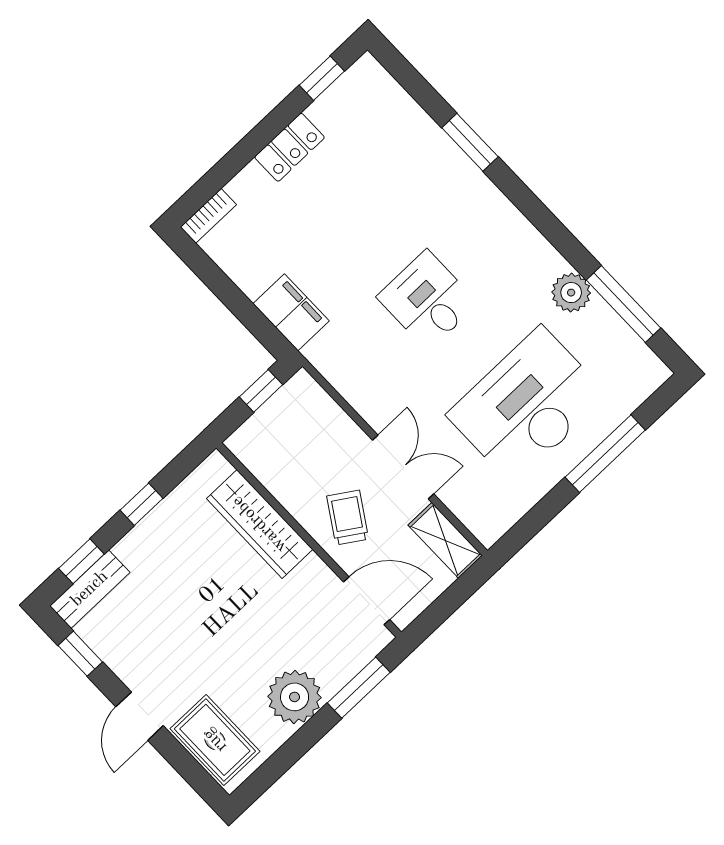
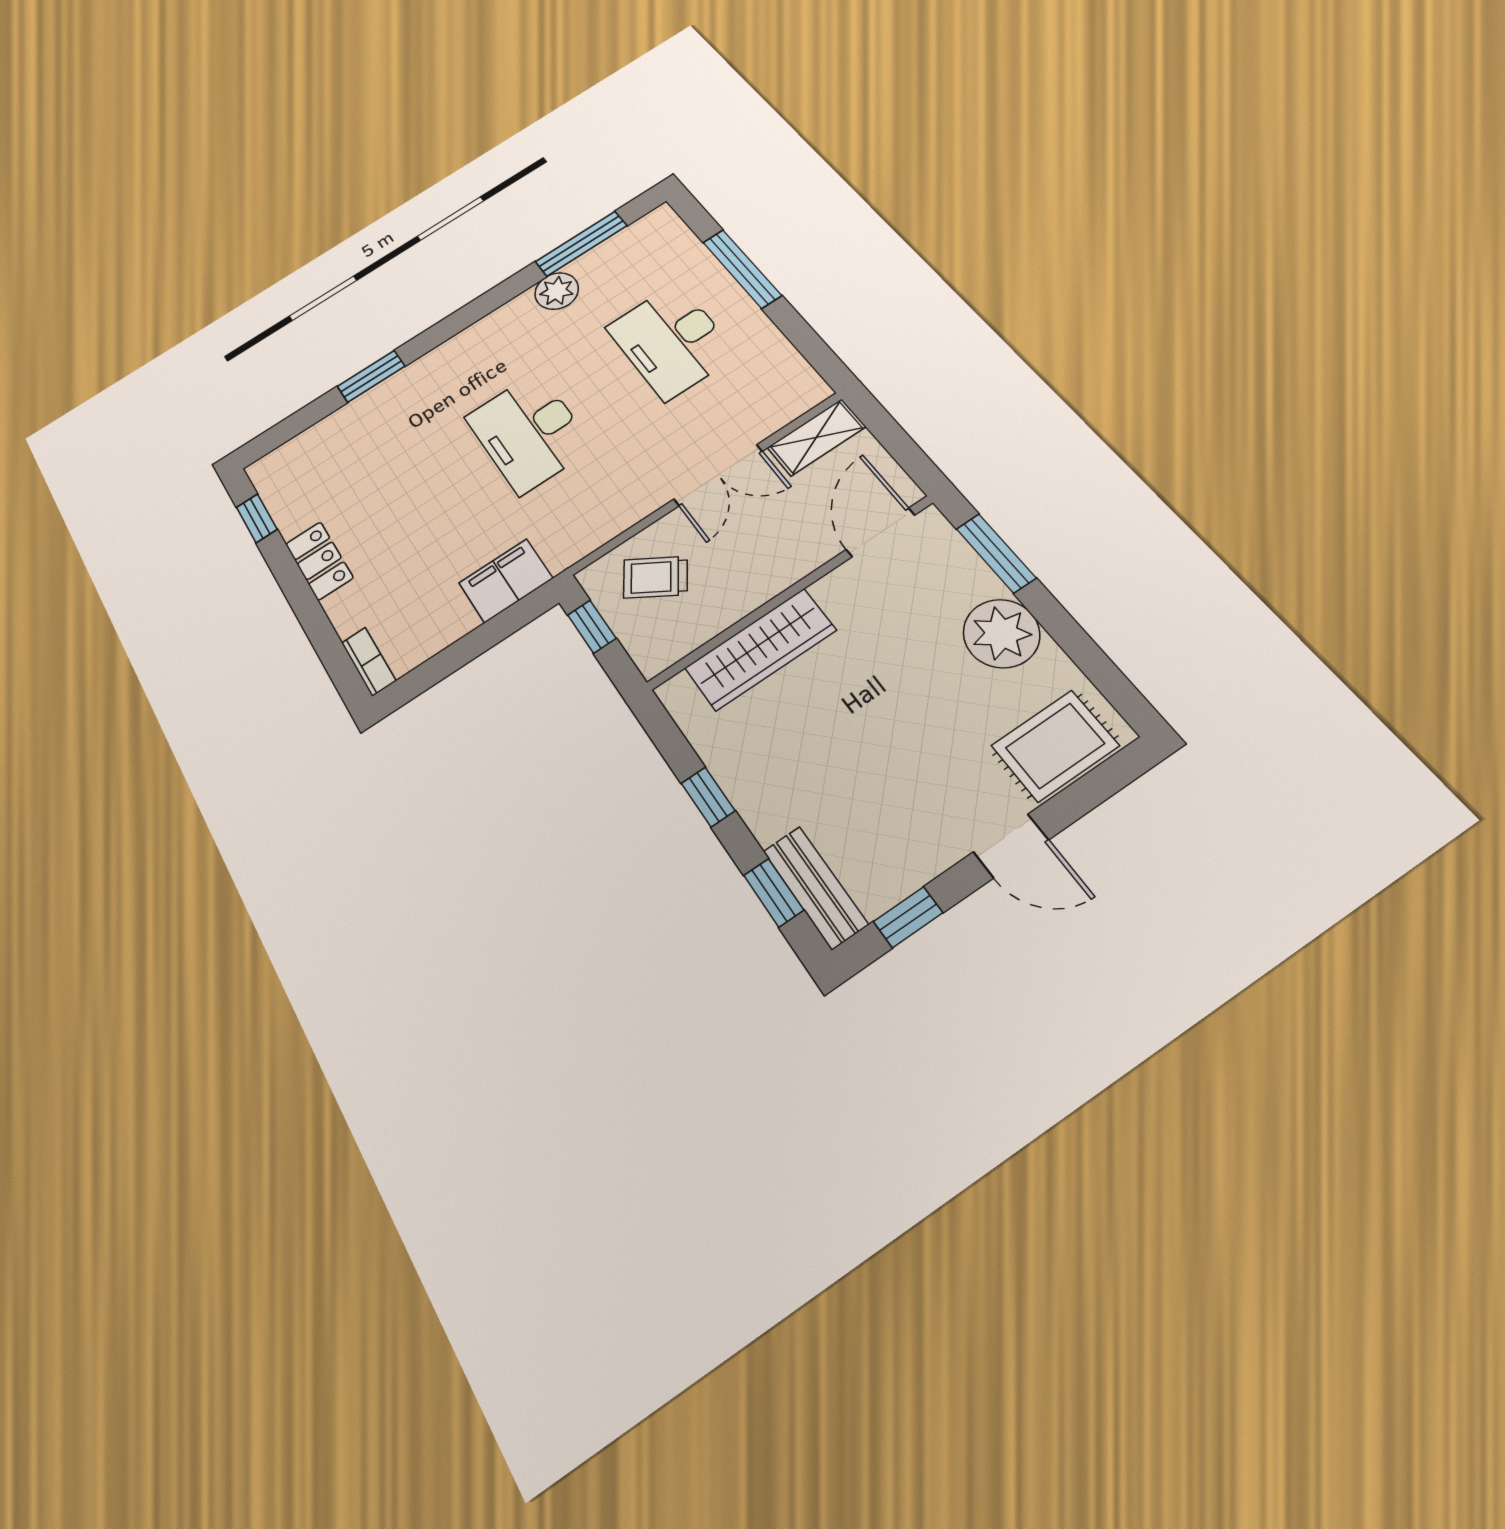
desk: (427, 300) -> (529, 432), width x1.37
desk: (527, 405) -> (671, 341), width x0.73, depth x0.77
double door: (403, 467) -> (718, 475), swing flipped
trolley: (348, 518) -> (655, 577), moved

